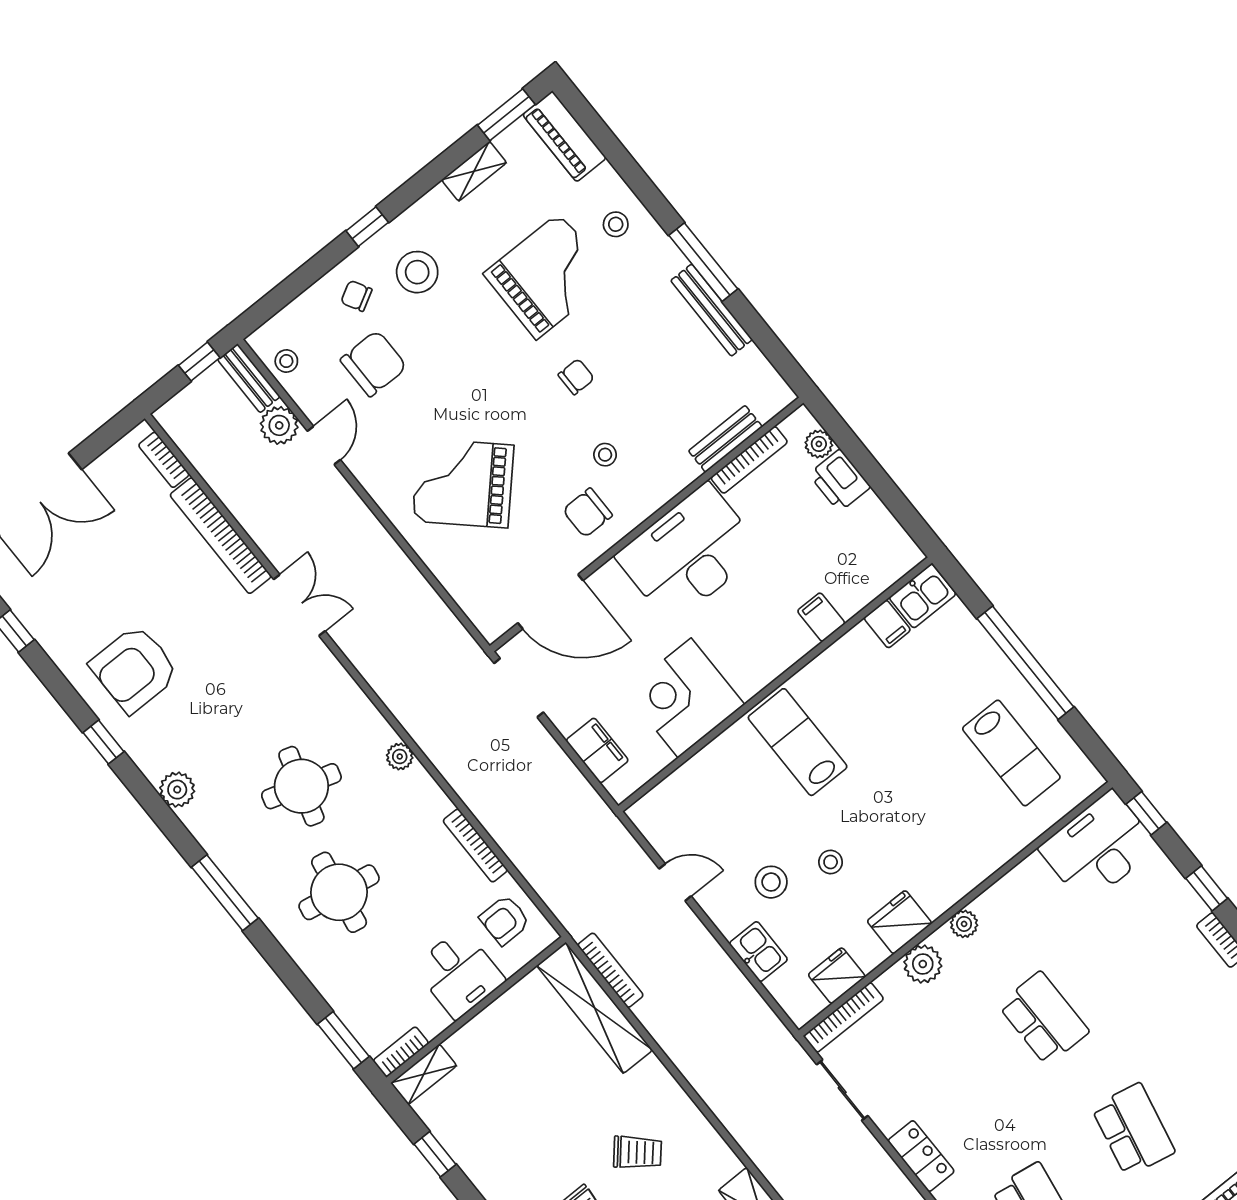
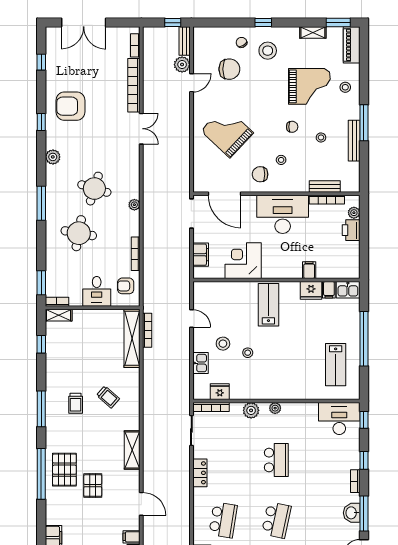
stool: (286, 361) -> (321, 137), moved
fridge: (899, 922) -> (311, 290), moved, turned 180

